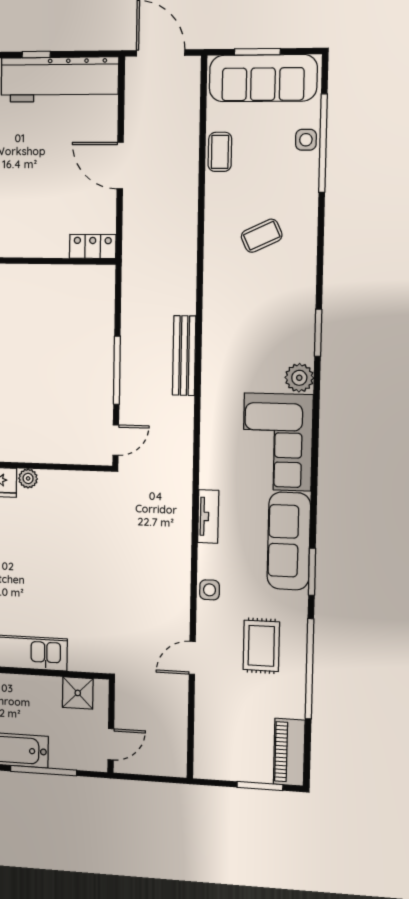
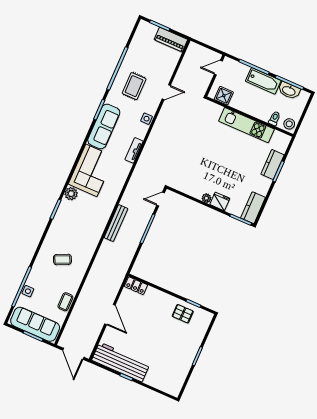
piano: (289, 752) -> (171, 40), moved, turned 90

